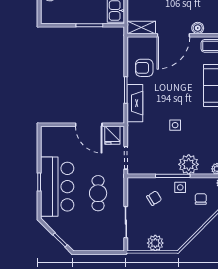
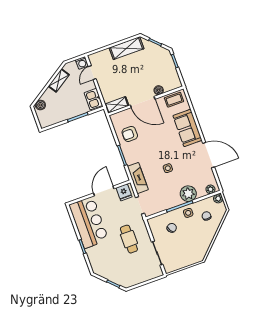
door: (173, 35) -> (143, 102), hinge flipped
fireplace: (135, 103) -> (138, 178), moved
door: (89, 125) -> (104, 191), swing flipped
bar counter: (57, 187) -> (89, 222), moved
plant: (155, 243) -> (185, 261), removed

